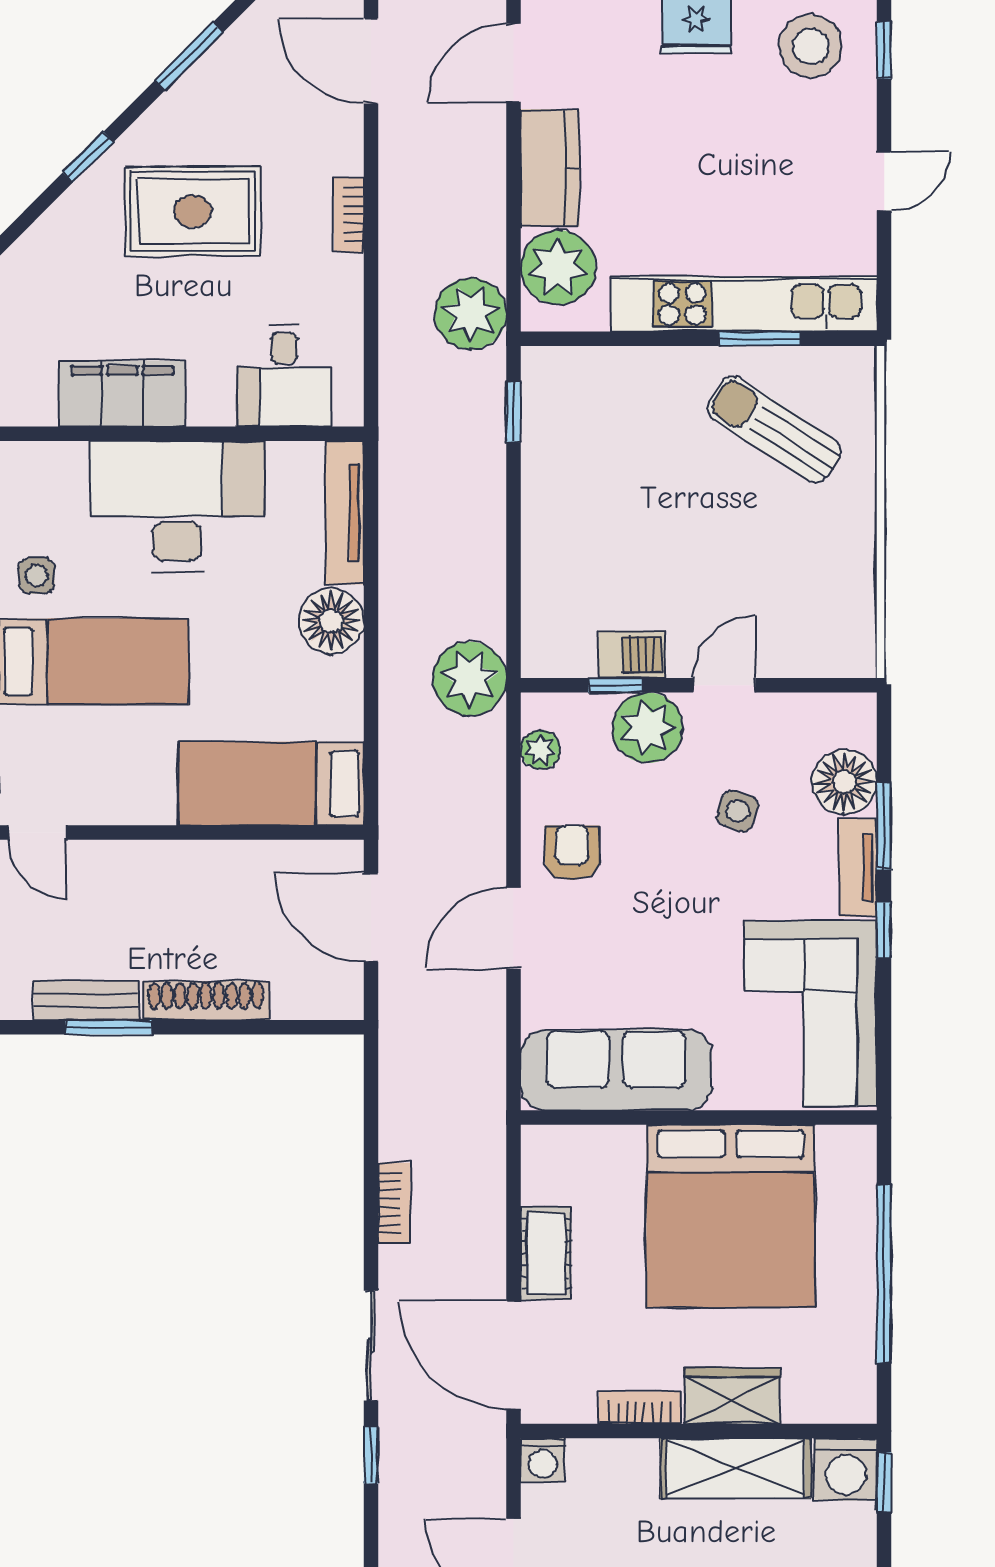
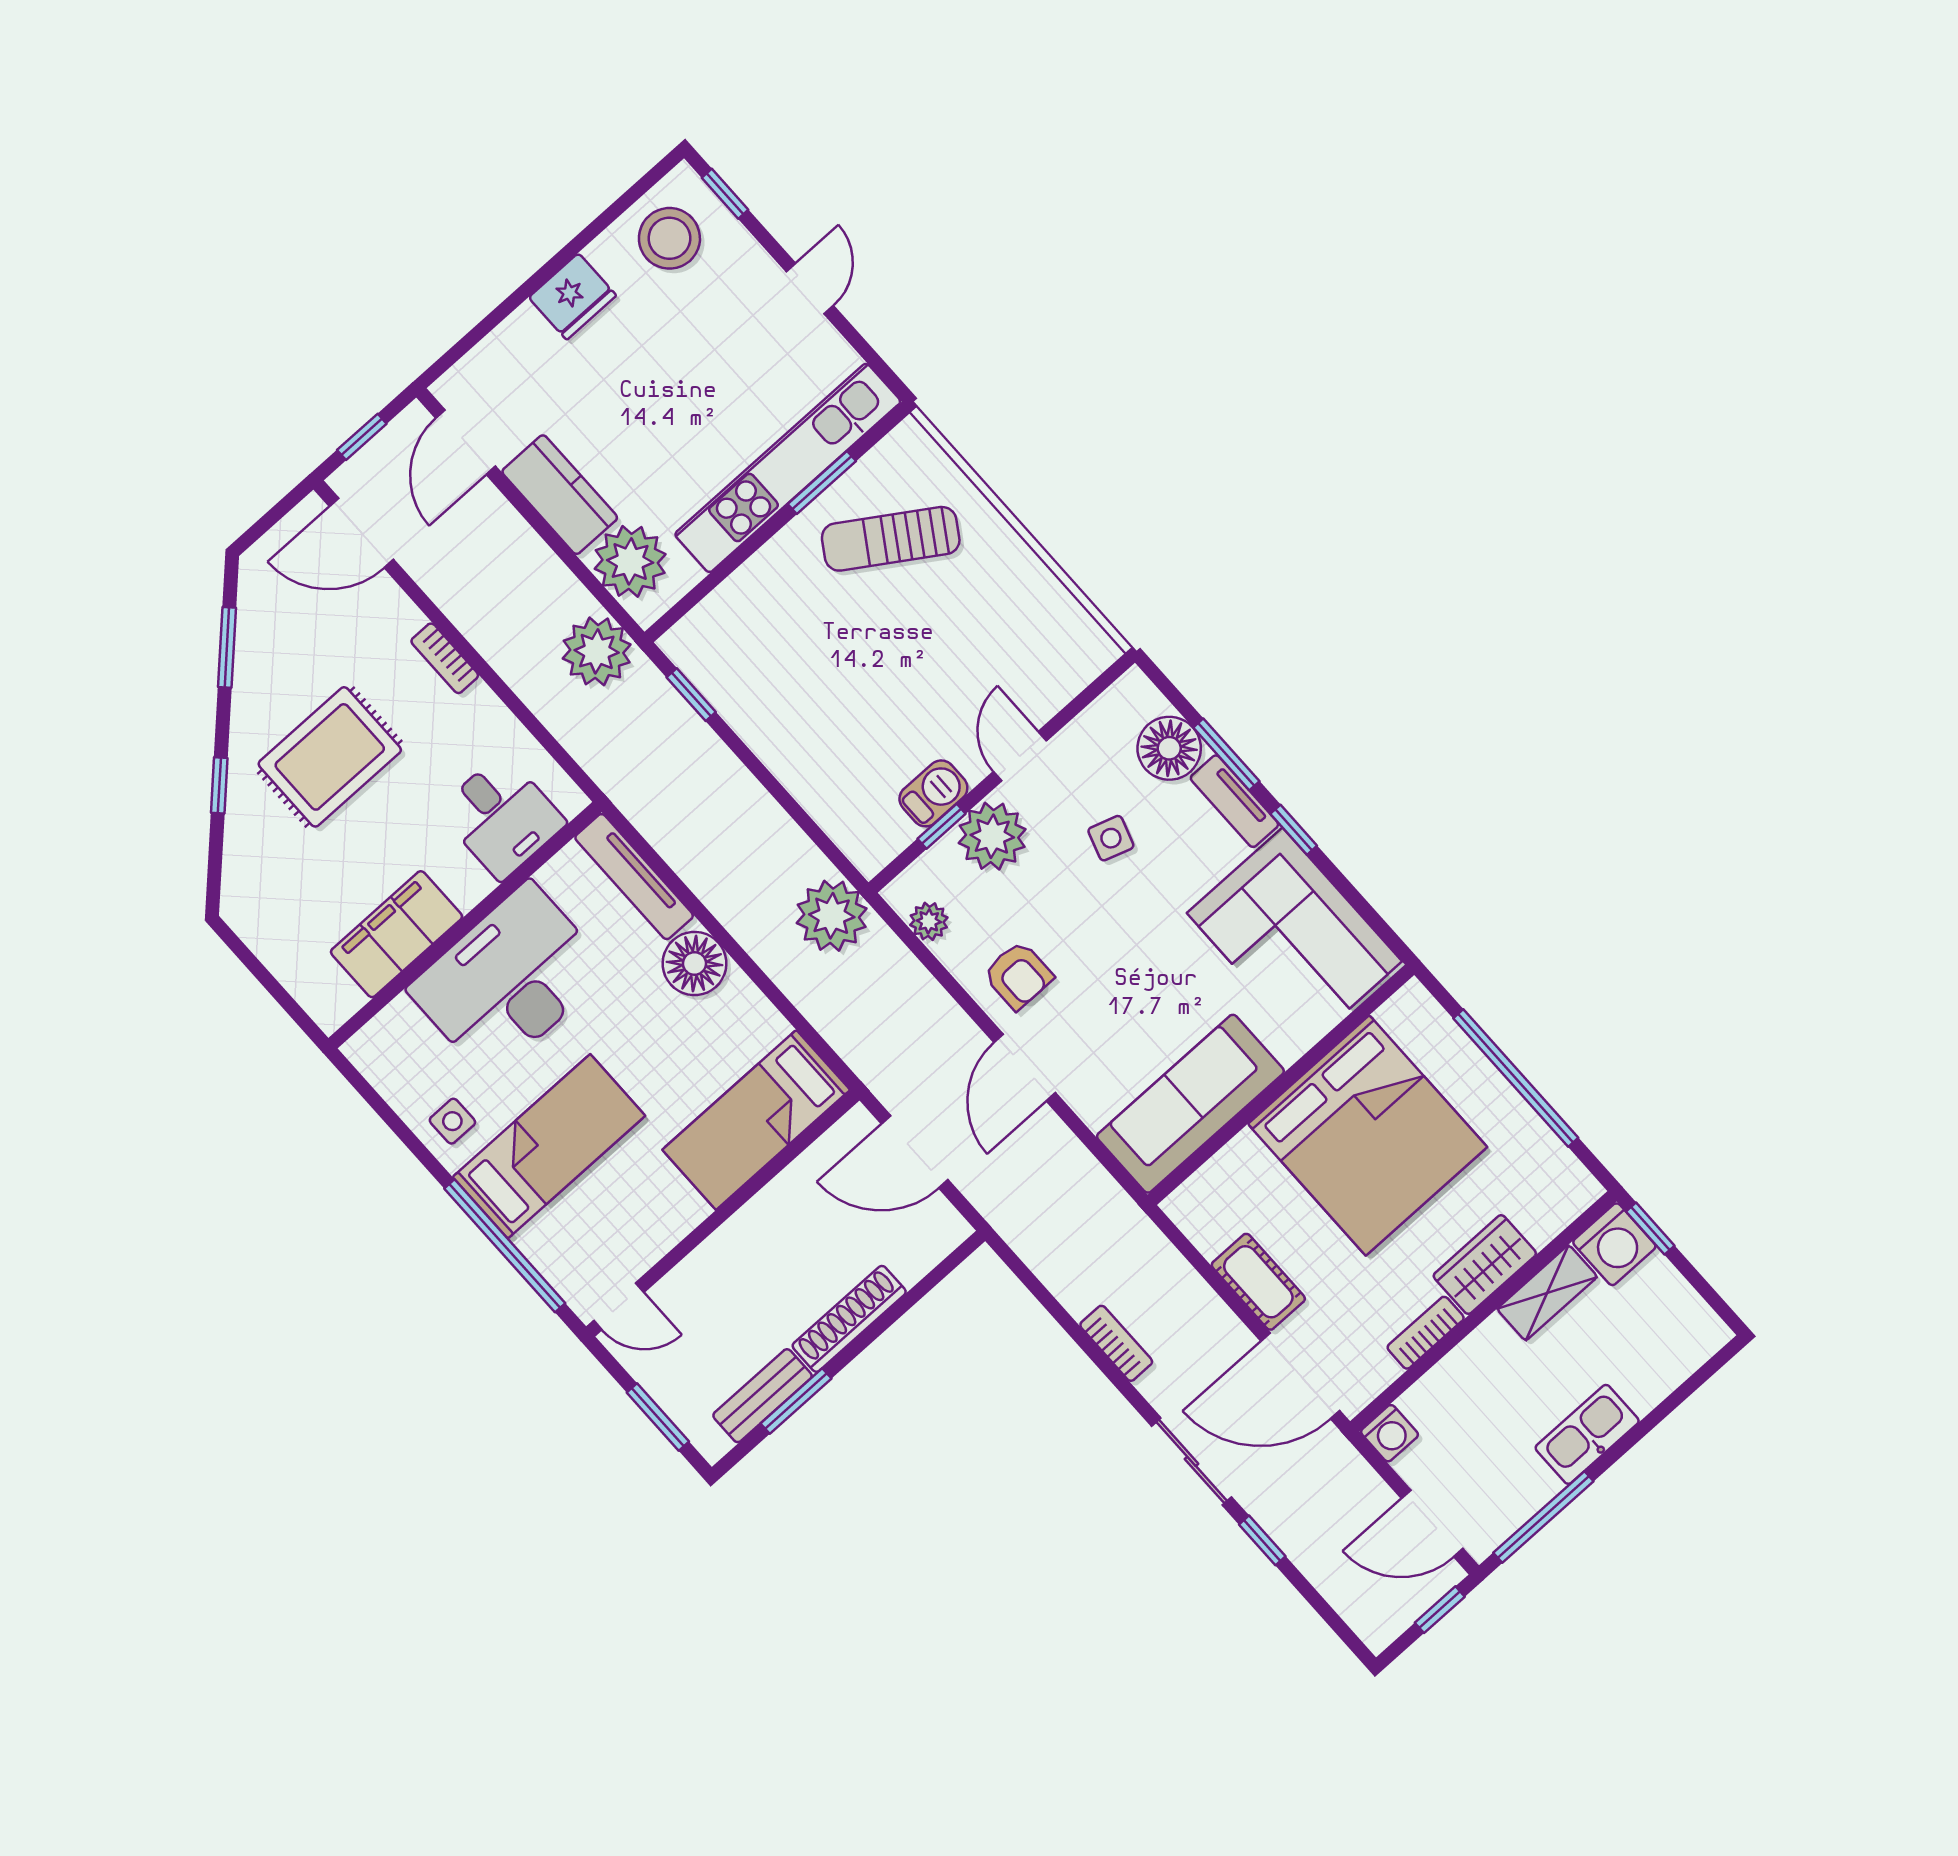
armchair: (572, 853) -> (1018, 975), turned 180
shelving: (736, 1468) -> (1547, 1293), width x0.67, depth x0.75

